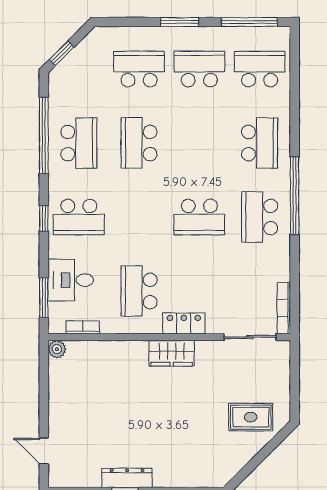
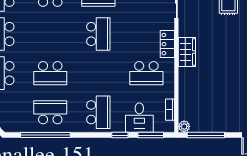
window: (44, 218) -> (120, 135), moved
window: (44, 383) -> (206, 135), added

